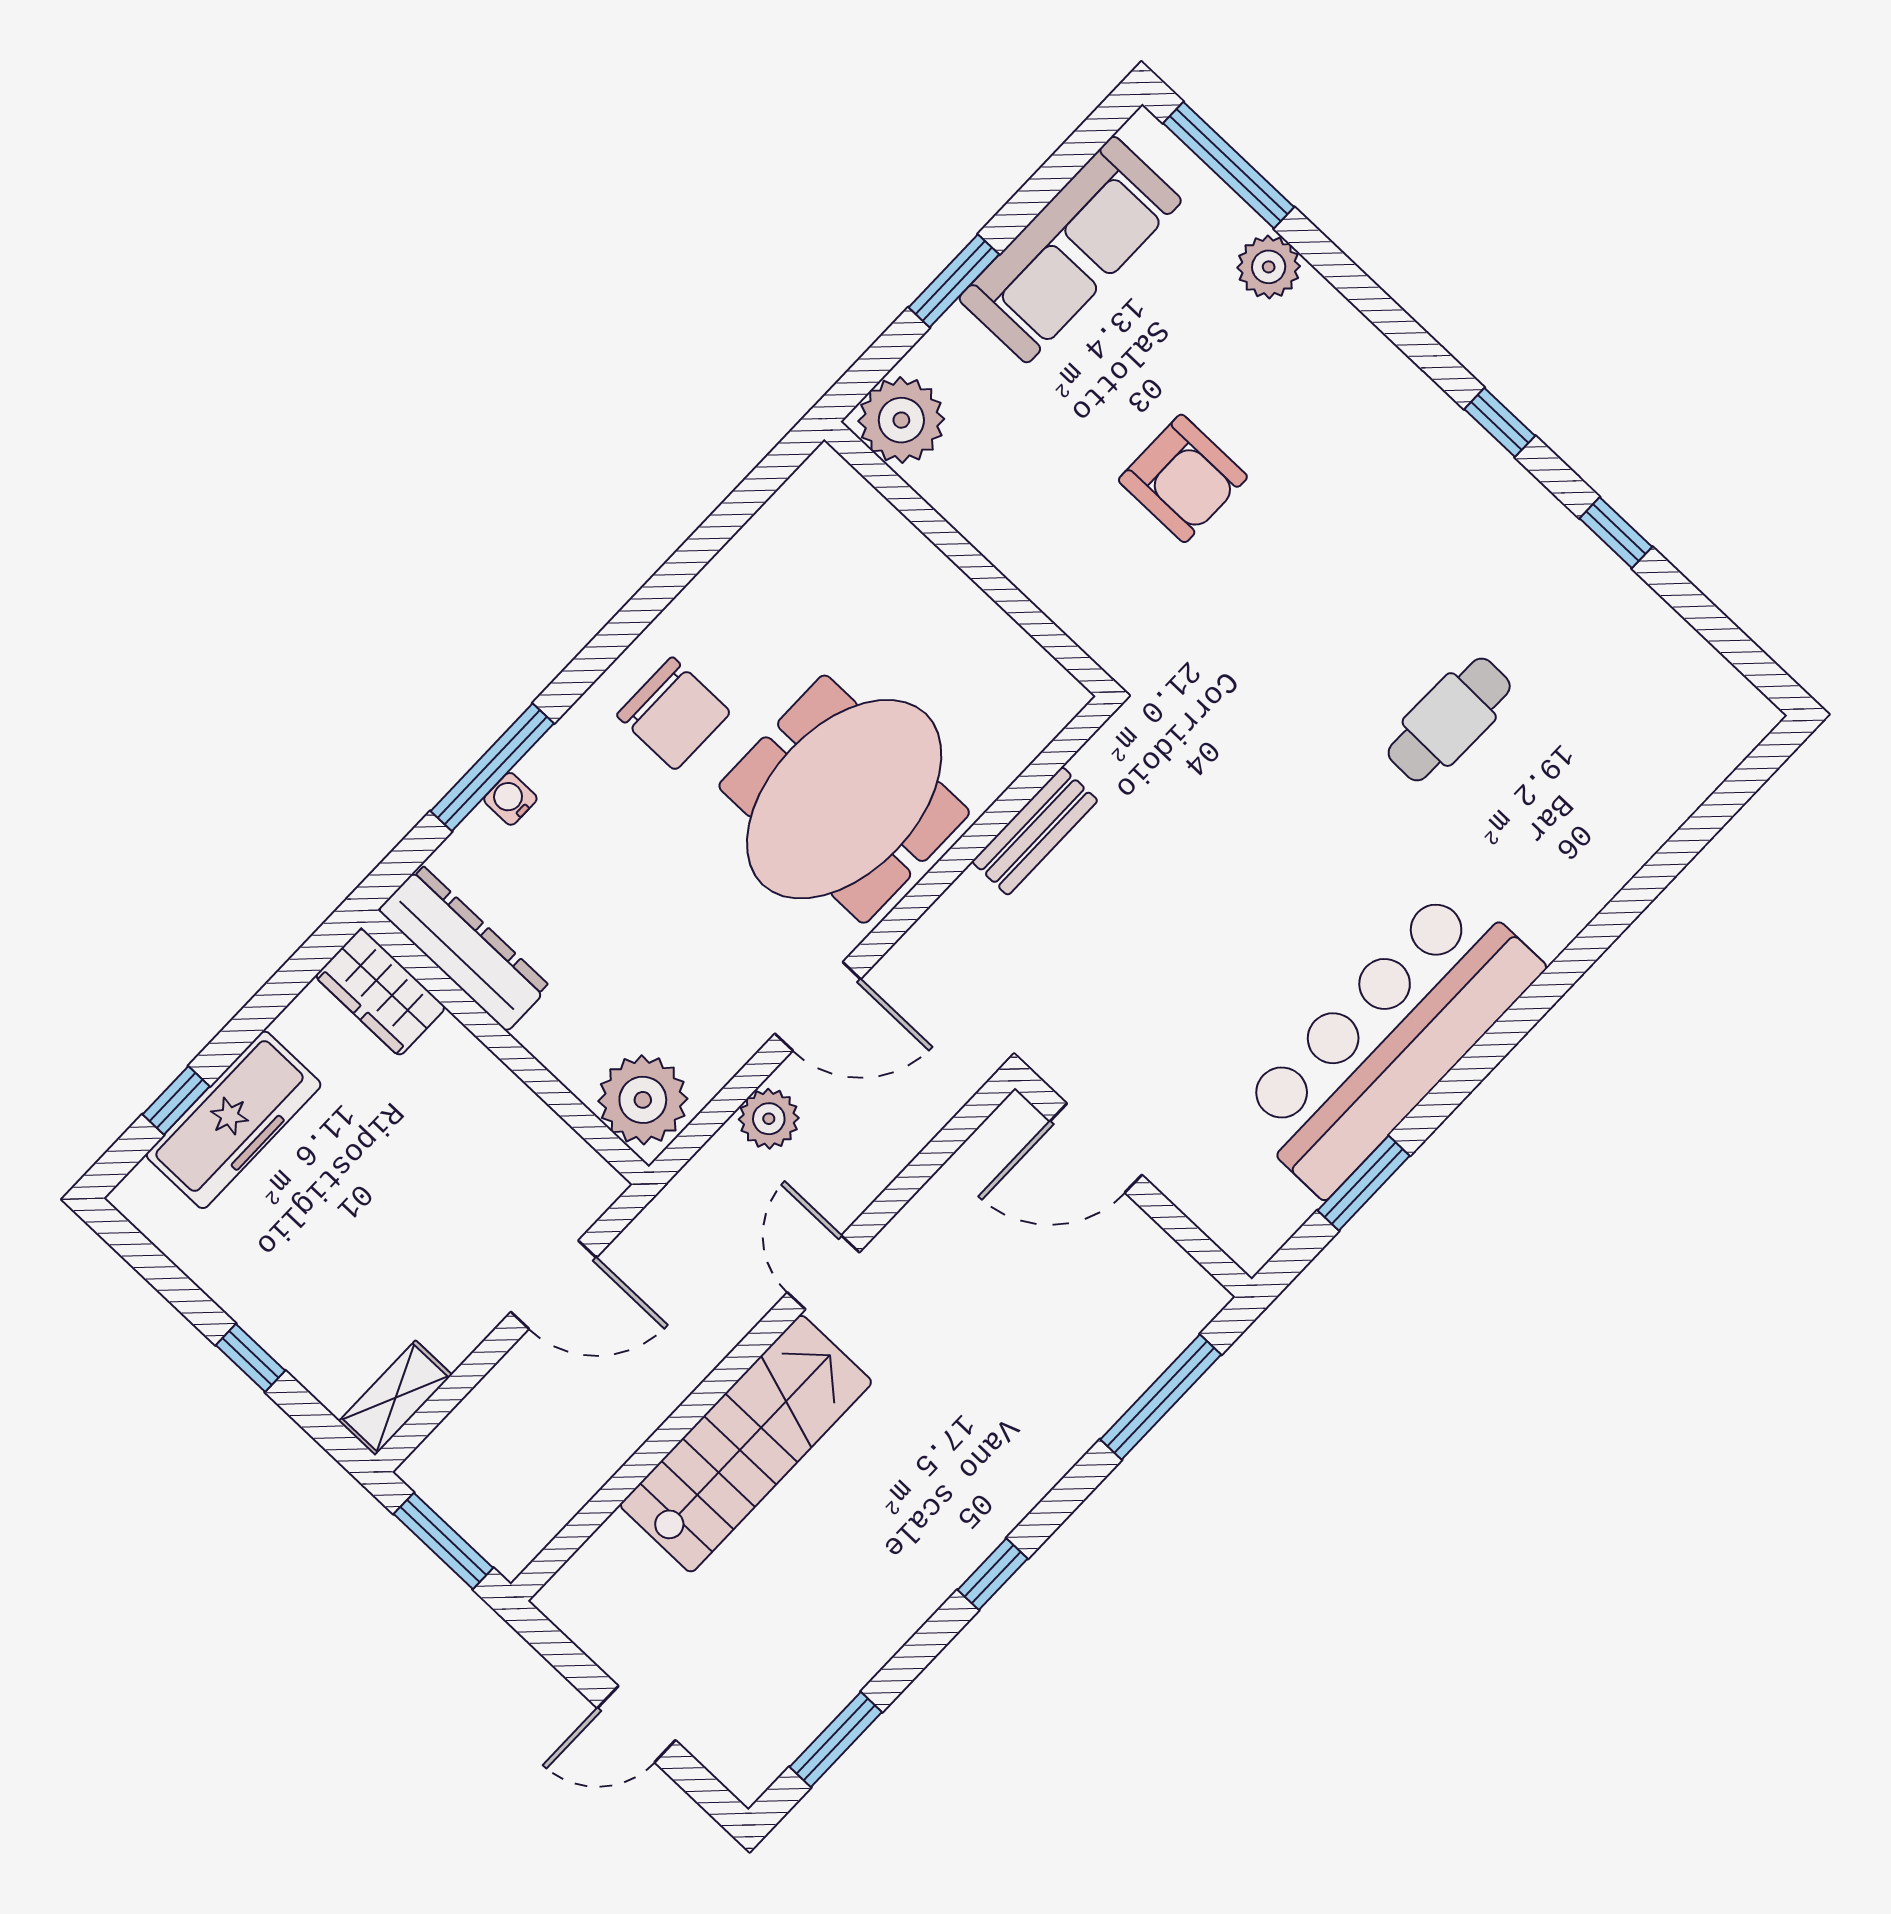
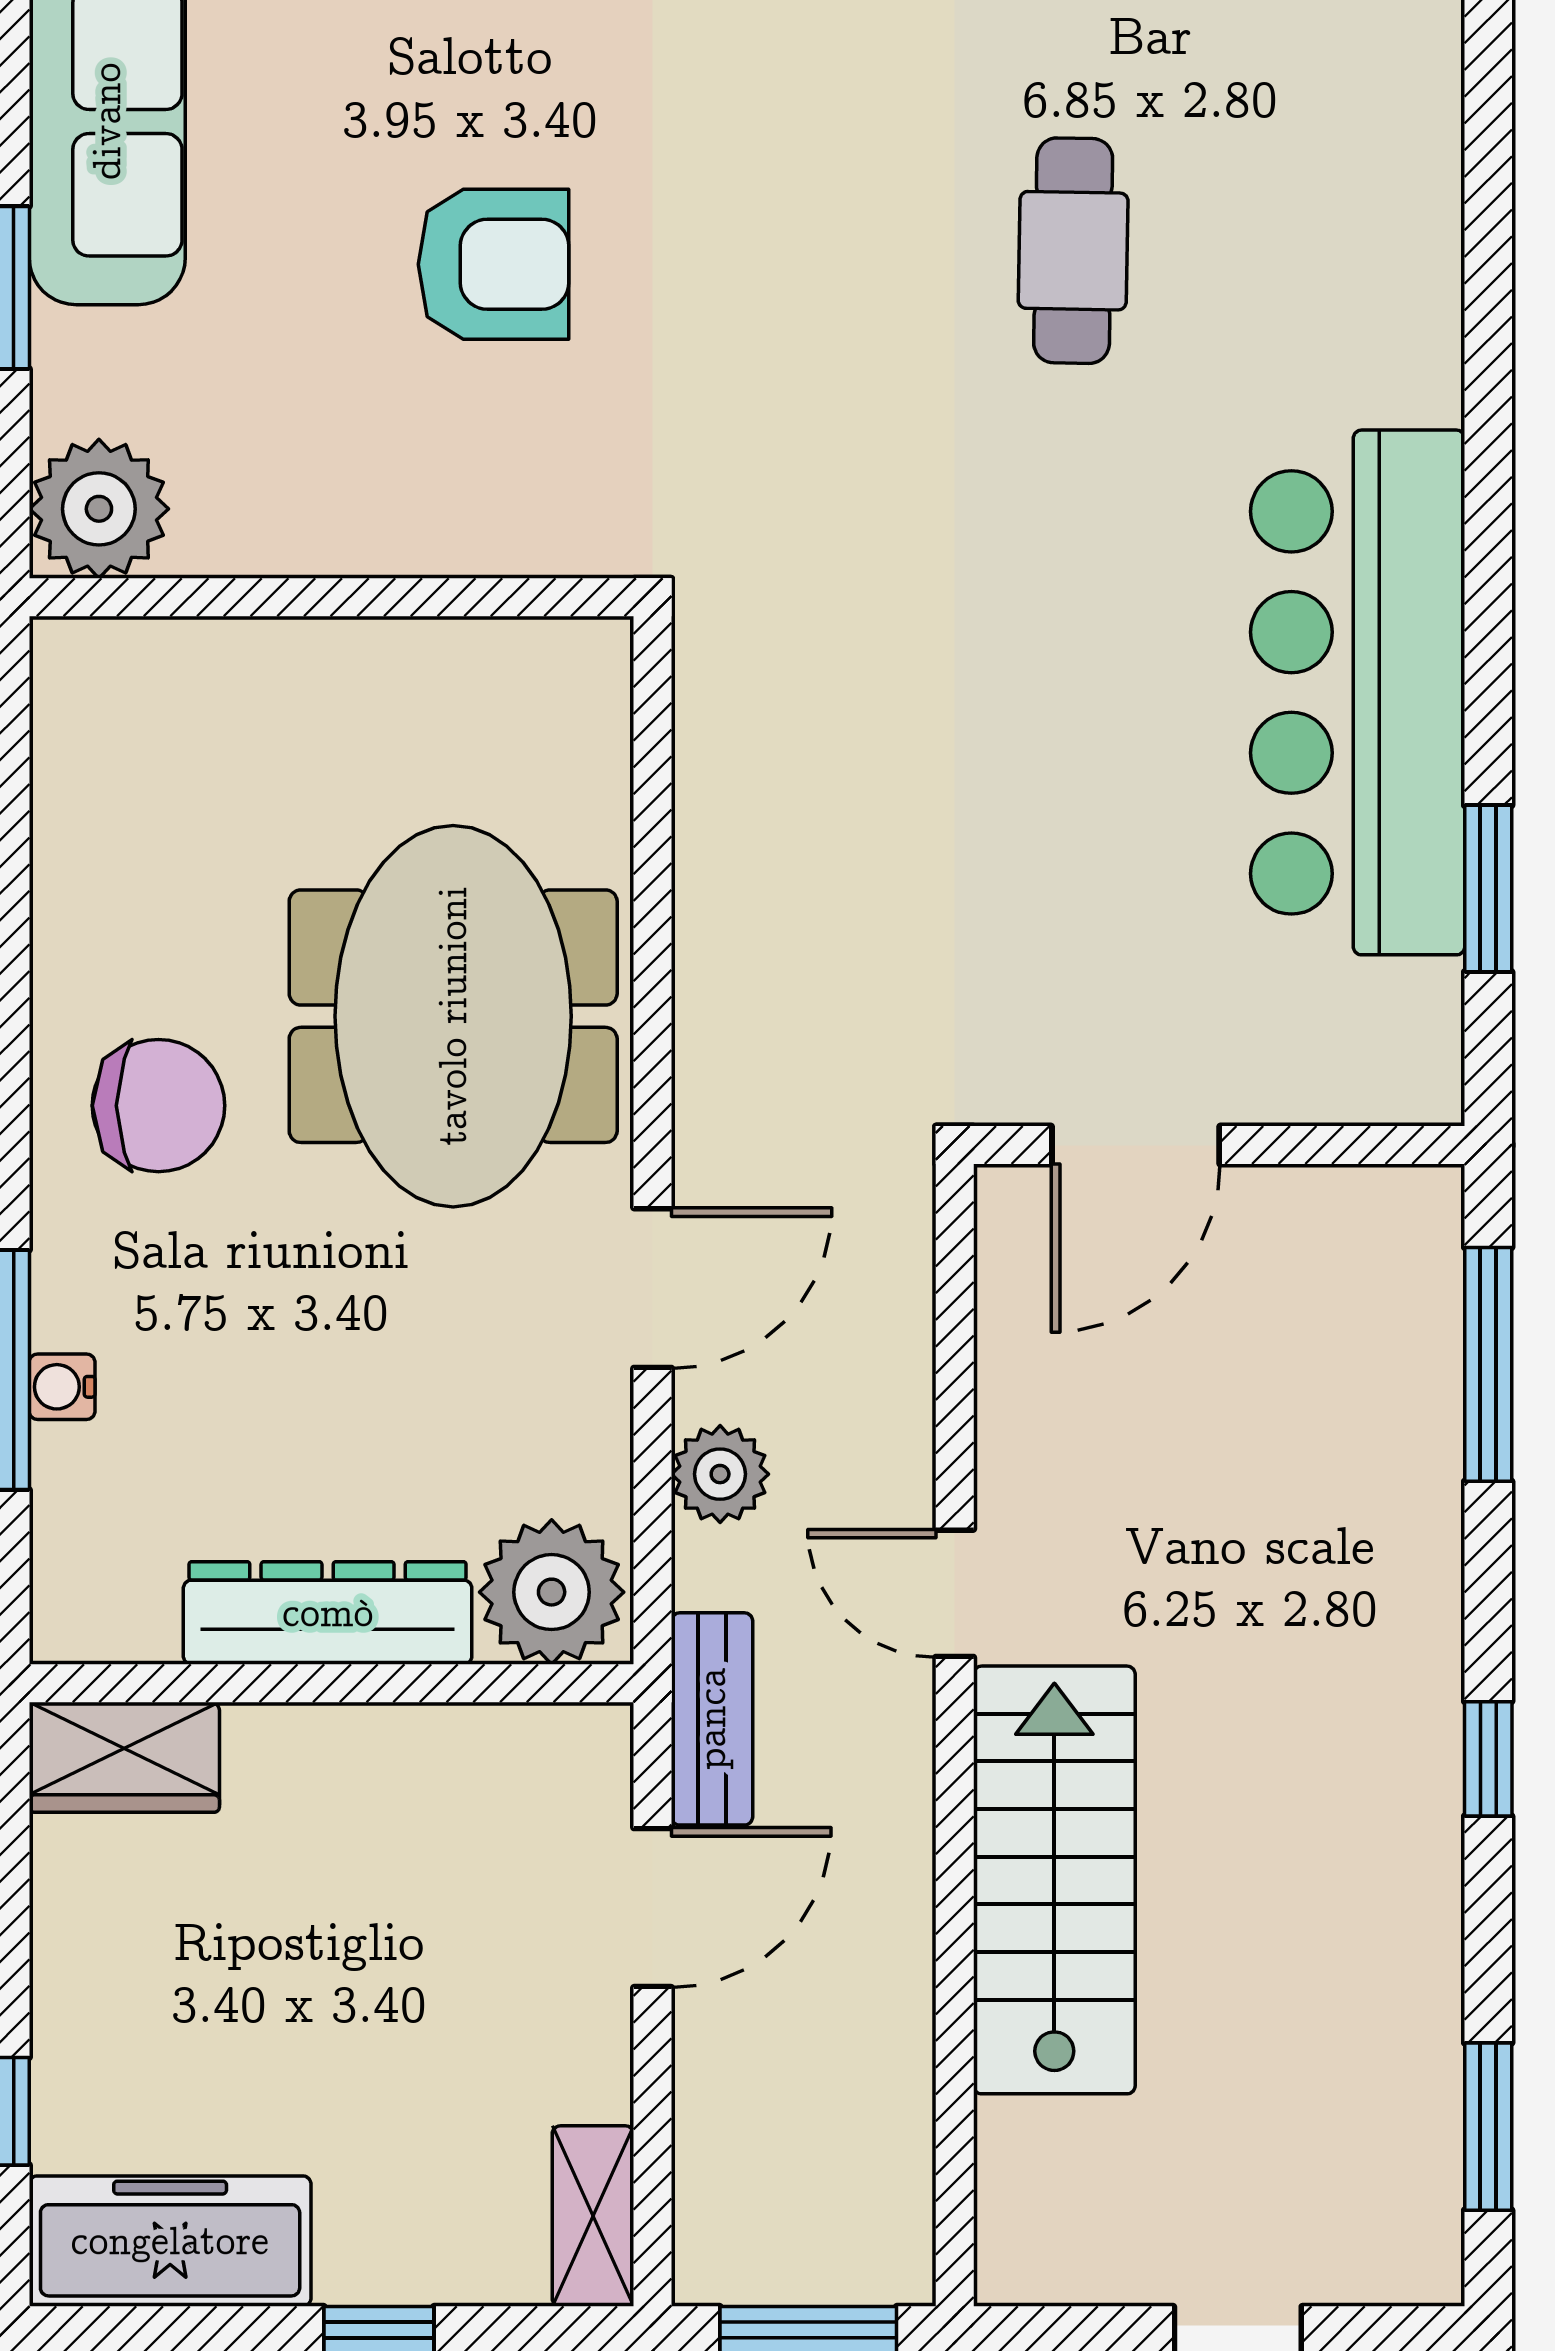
bench: (1035, 831) -> (712, 1719), moved
dresser: (464, 948) -> (328, 1613), moved
freezer: (234, 1120) -> (170, 2241), moved, turned -90

